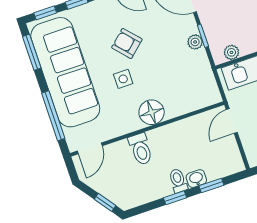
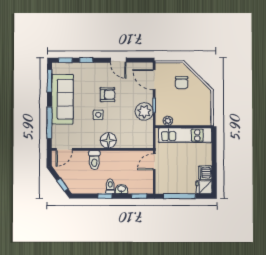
plant: (195, 42) -> (144, 111), width x1.88, depth x1.88
armchair: (127, 43) -> (108, 95), turned 132
sofa: (65, 72) -> (62, 99), width x0.74, depth x0.79
window: (211, 185) -> (139, 196), moved

